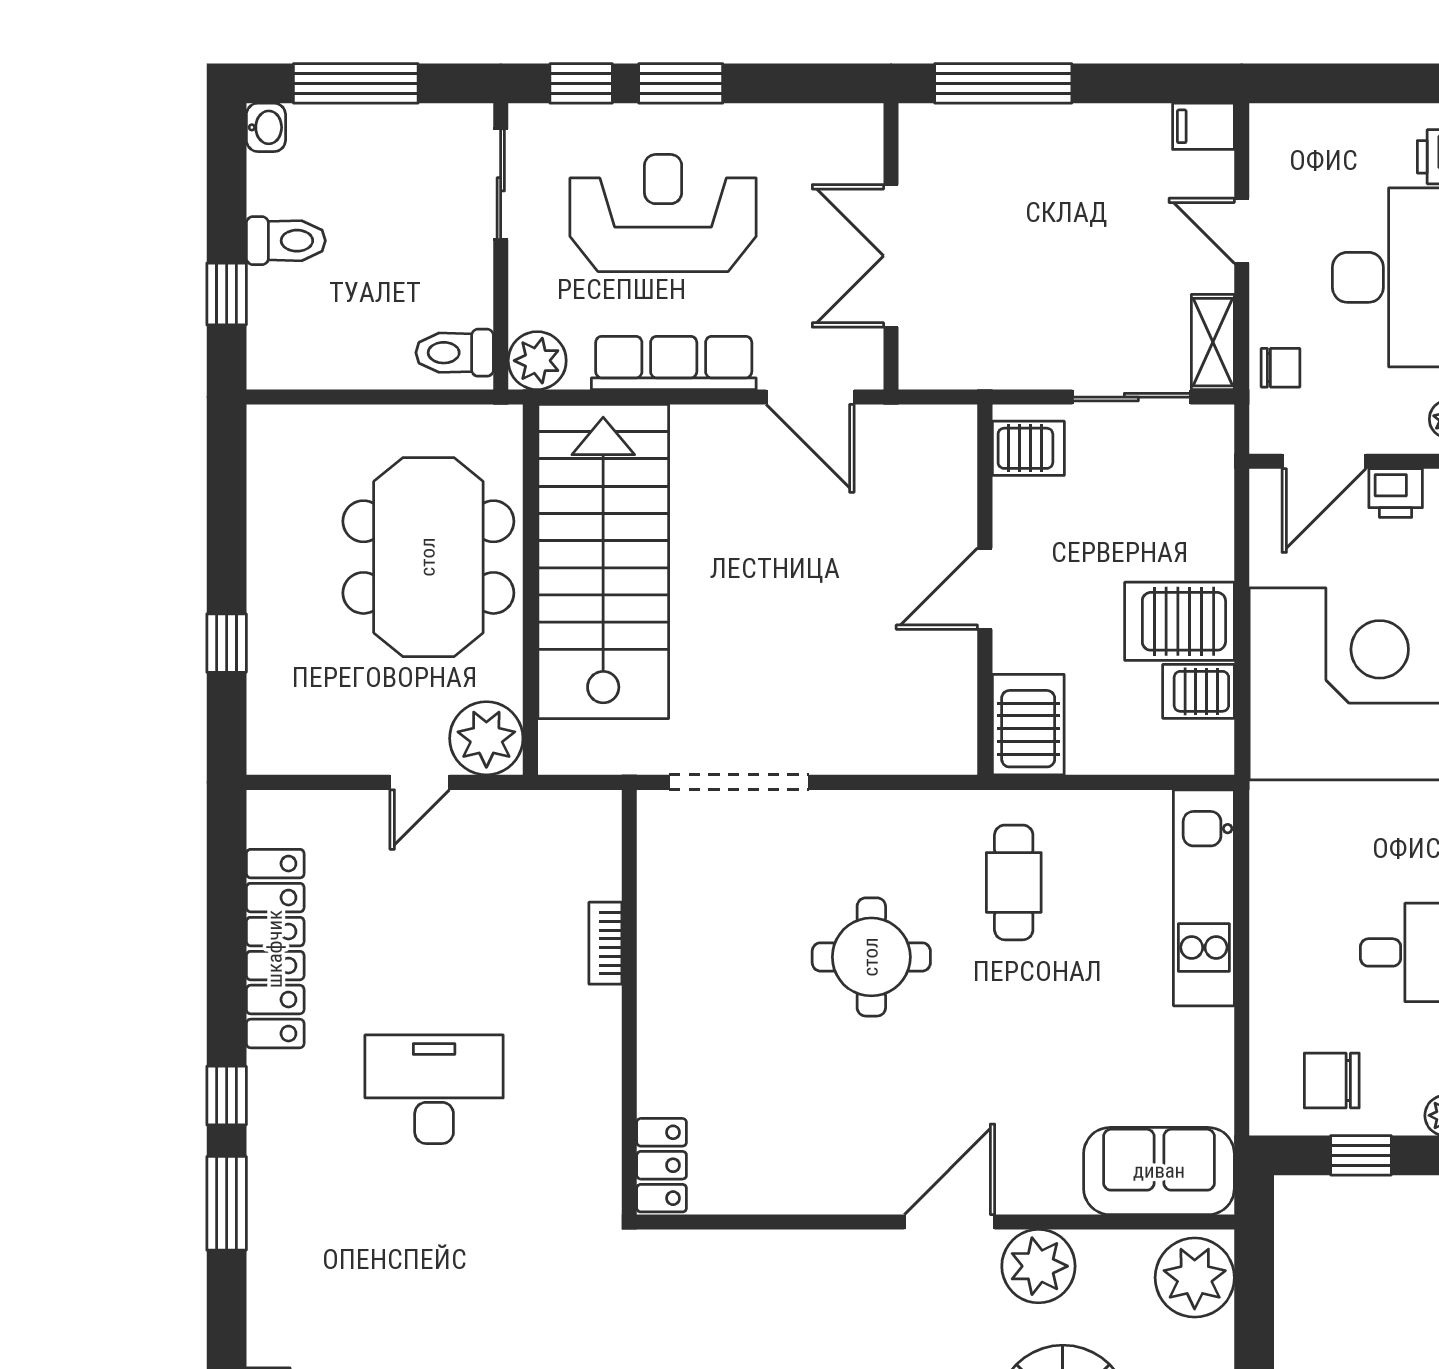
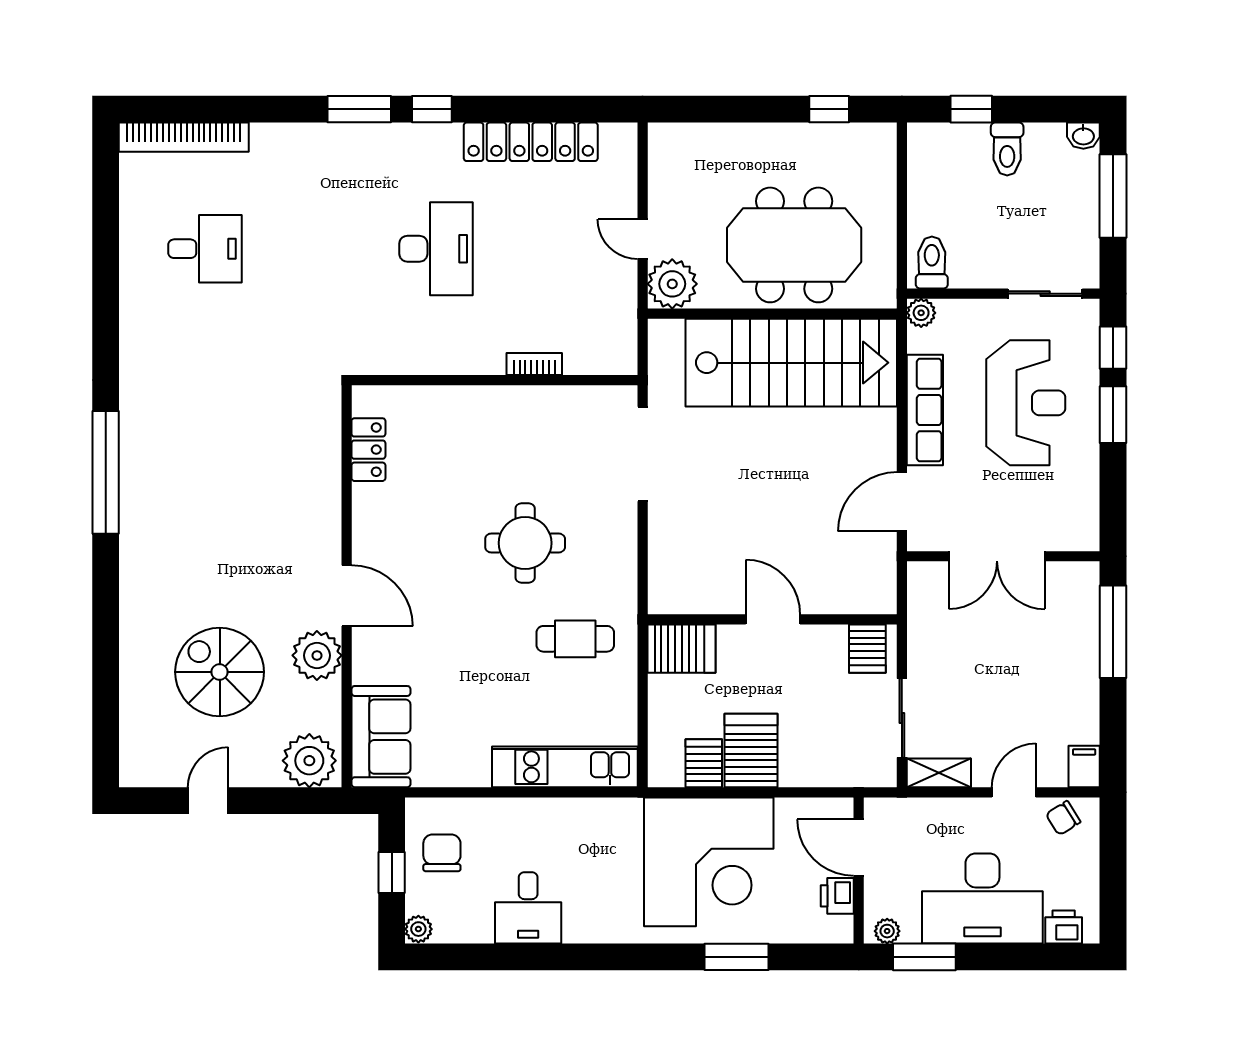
double door: (891, 256) -> (997, 556), swing flipped
plant: (537, 361) -> (921, 313), width x0.73, depth x0.73
chair: (1280, 368) -> (1063, 818), moved, turned 58
window: (227, 643) -> (829, 109), moved
locker: (662, 1165) -> (368, 450), moved, turned -90

